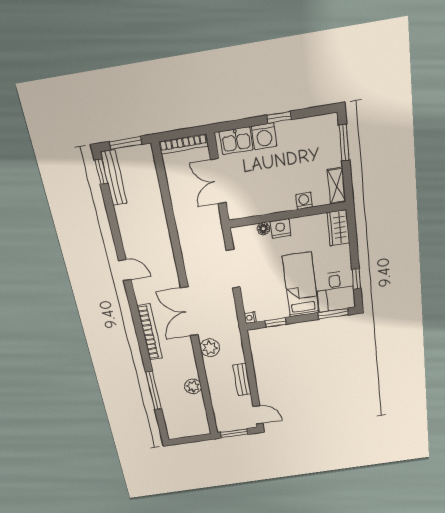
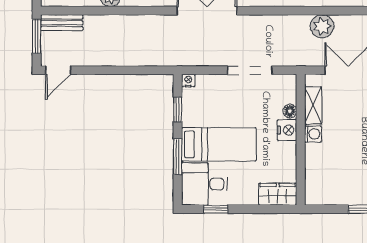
shelving: (337, 186) -> (313, 105), moved, turned 90
washing machine: (304, 201) -> (313, 134), moved
window: (333, 314) -> (178, 157), moved
plant: (210, 348) -> (322, 26), moved
bench: (242, 380) -> (62, 23), moved

